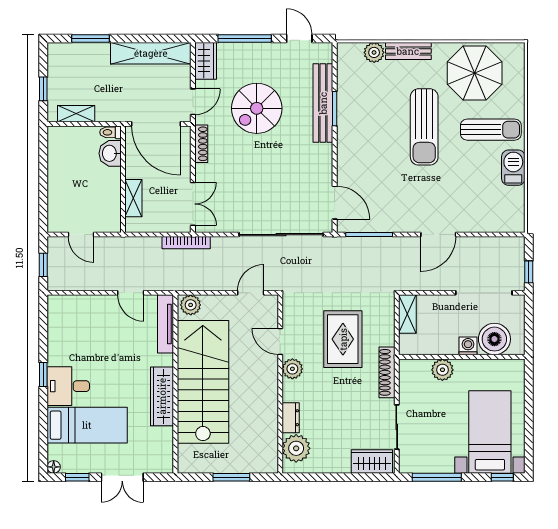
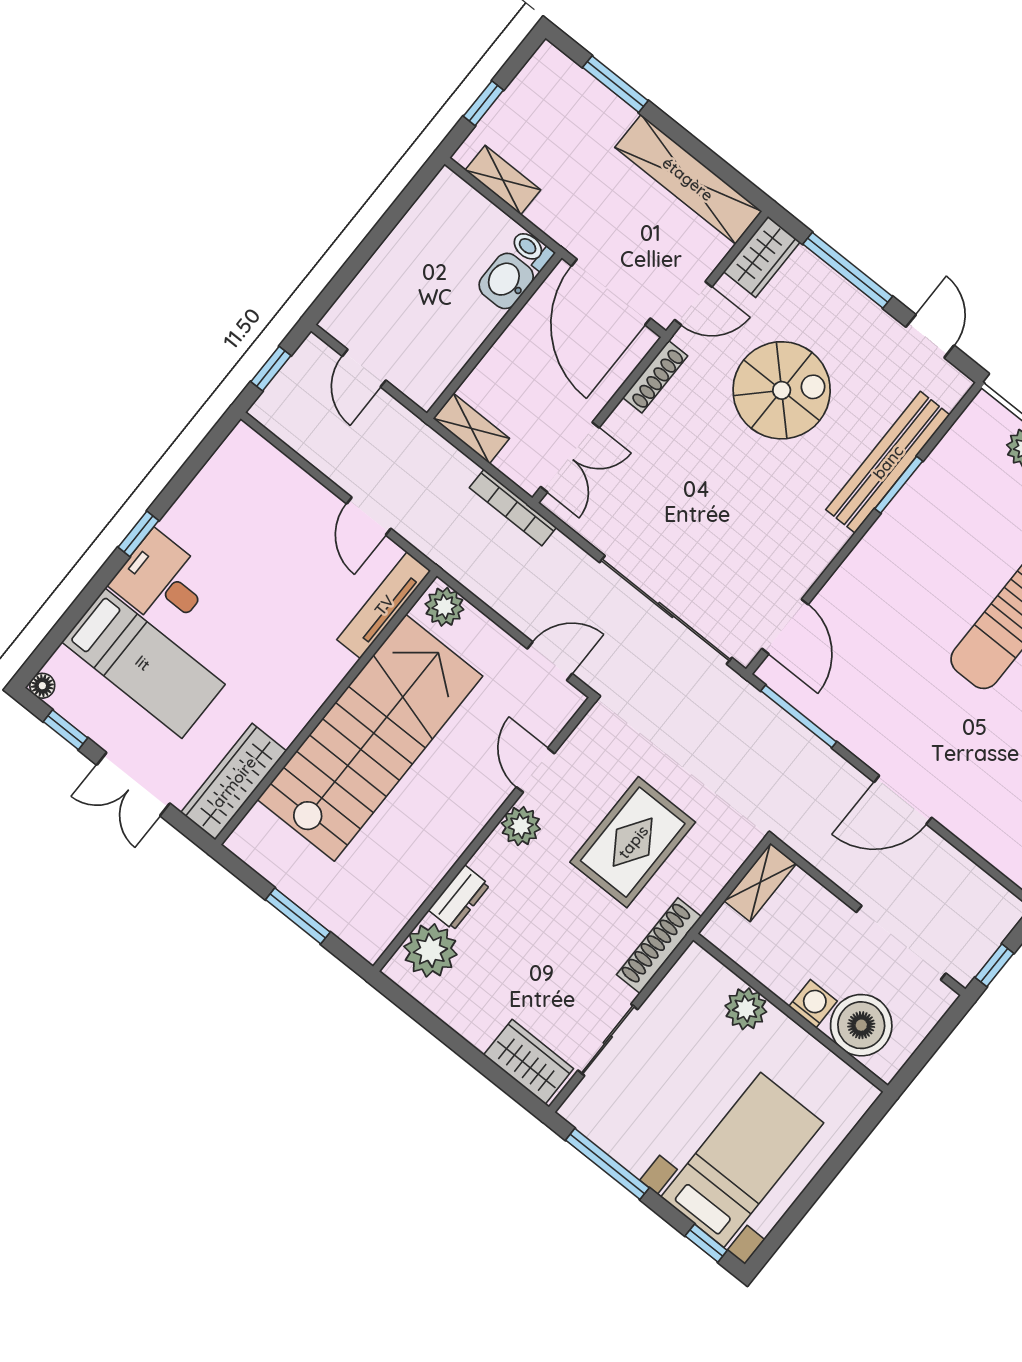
spiral stairs: (257, 108) -> (782, 390), turned 180
shelving: (133, 198) -> (471, 428), moved, turned 90
wardrobe: (162, 396) -> (234, 782), moved

